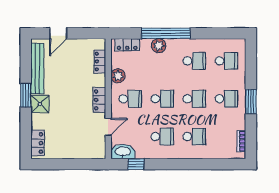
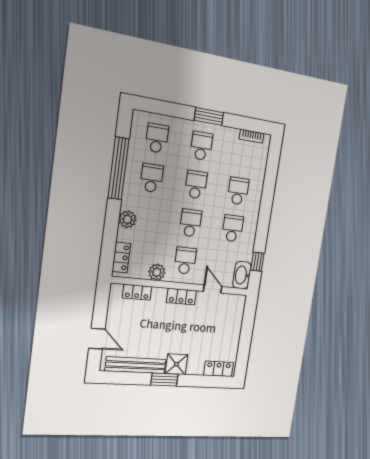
window: (166, 33) -> (118, 168), moved

